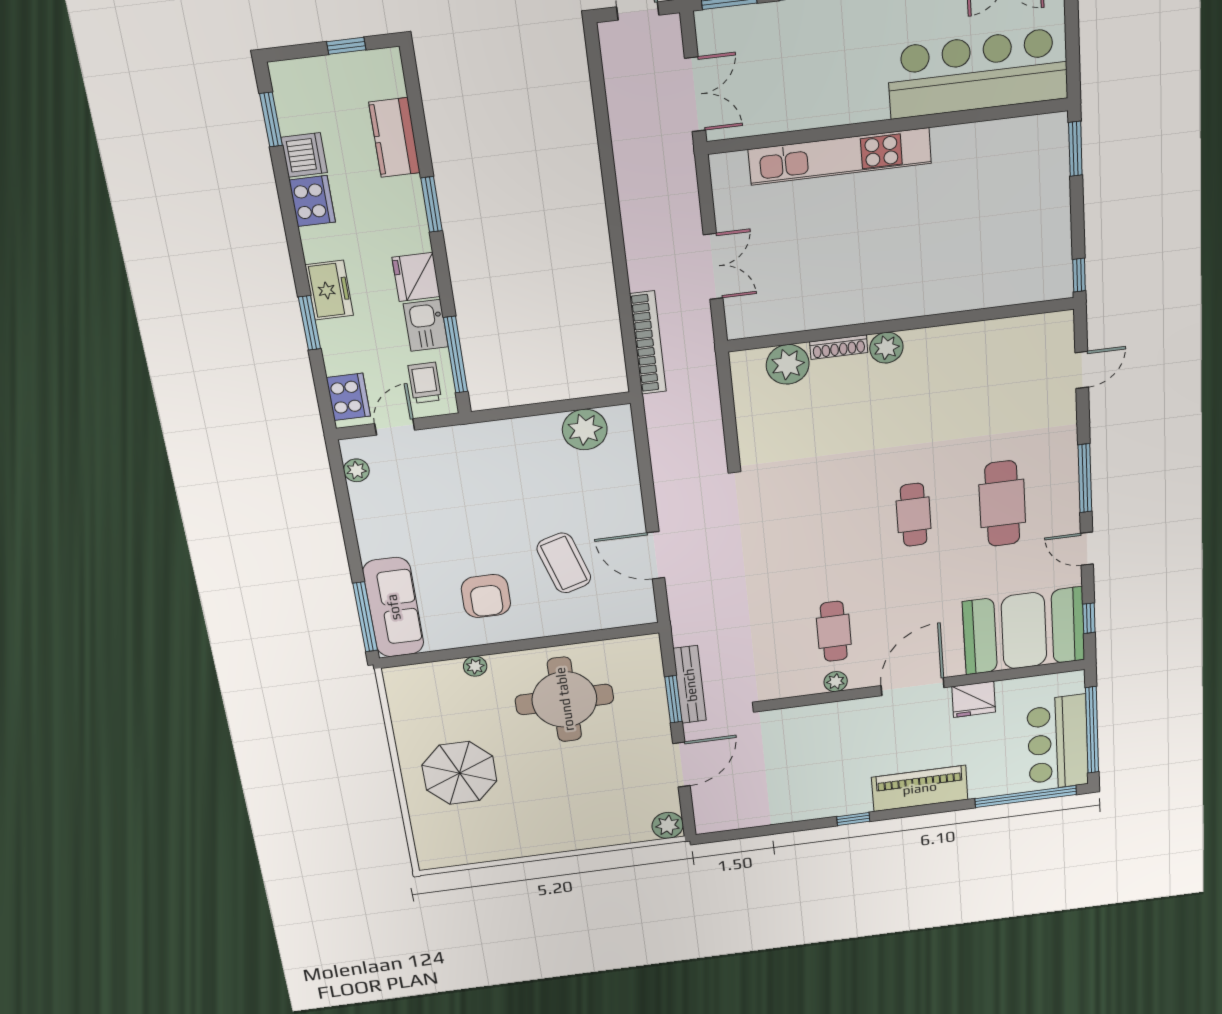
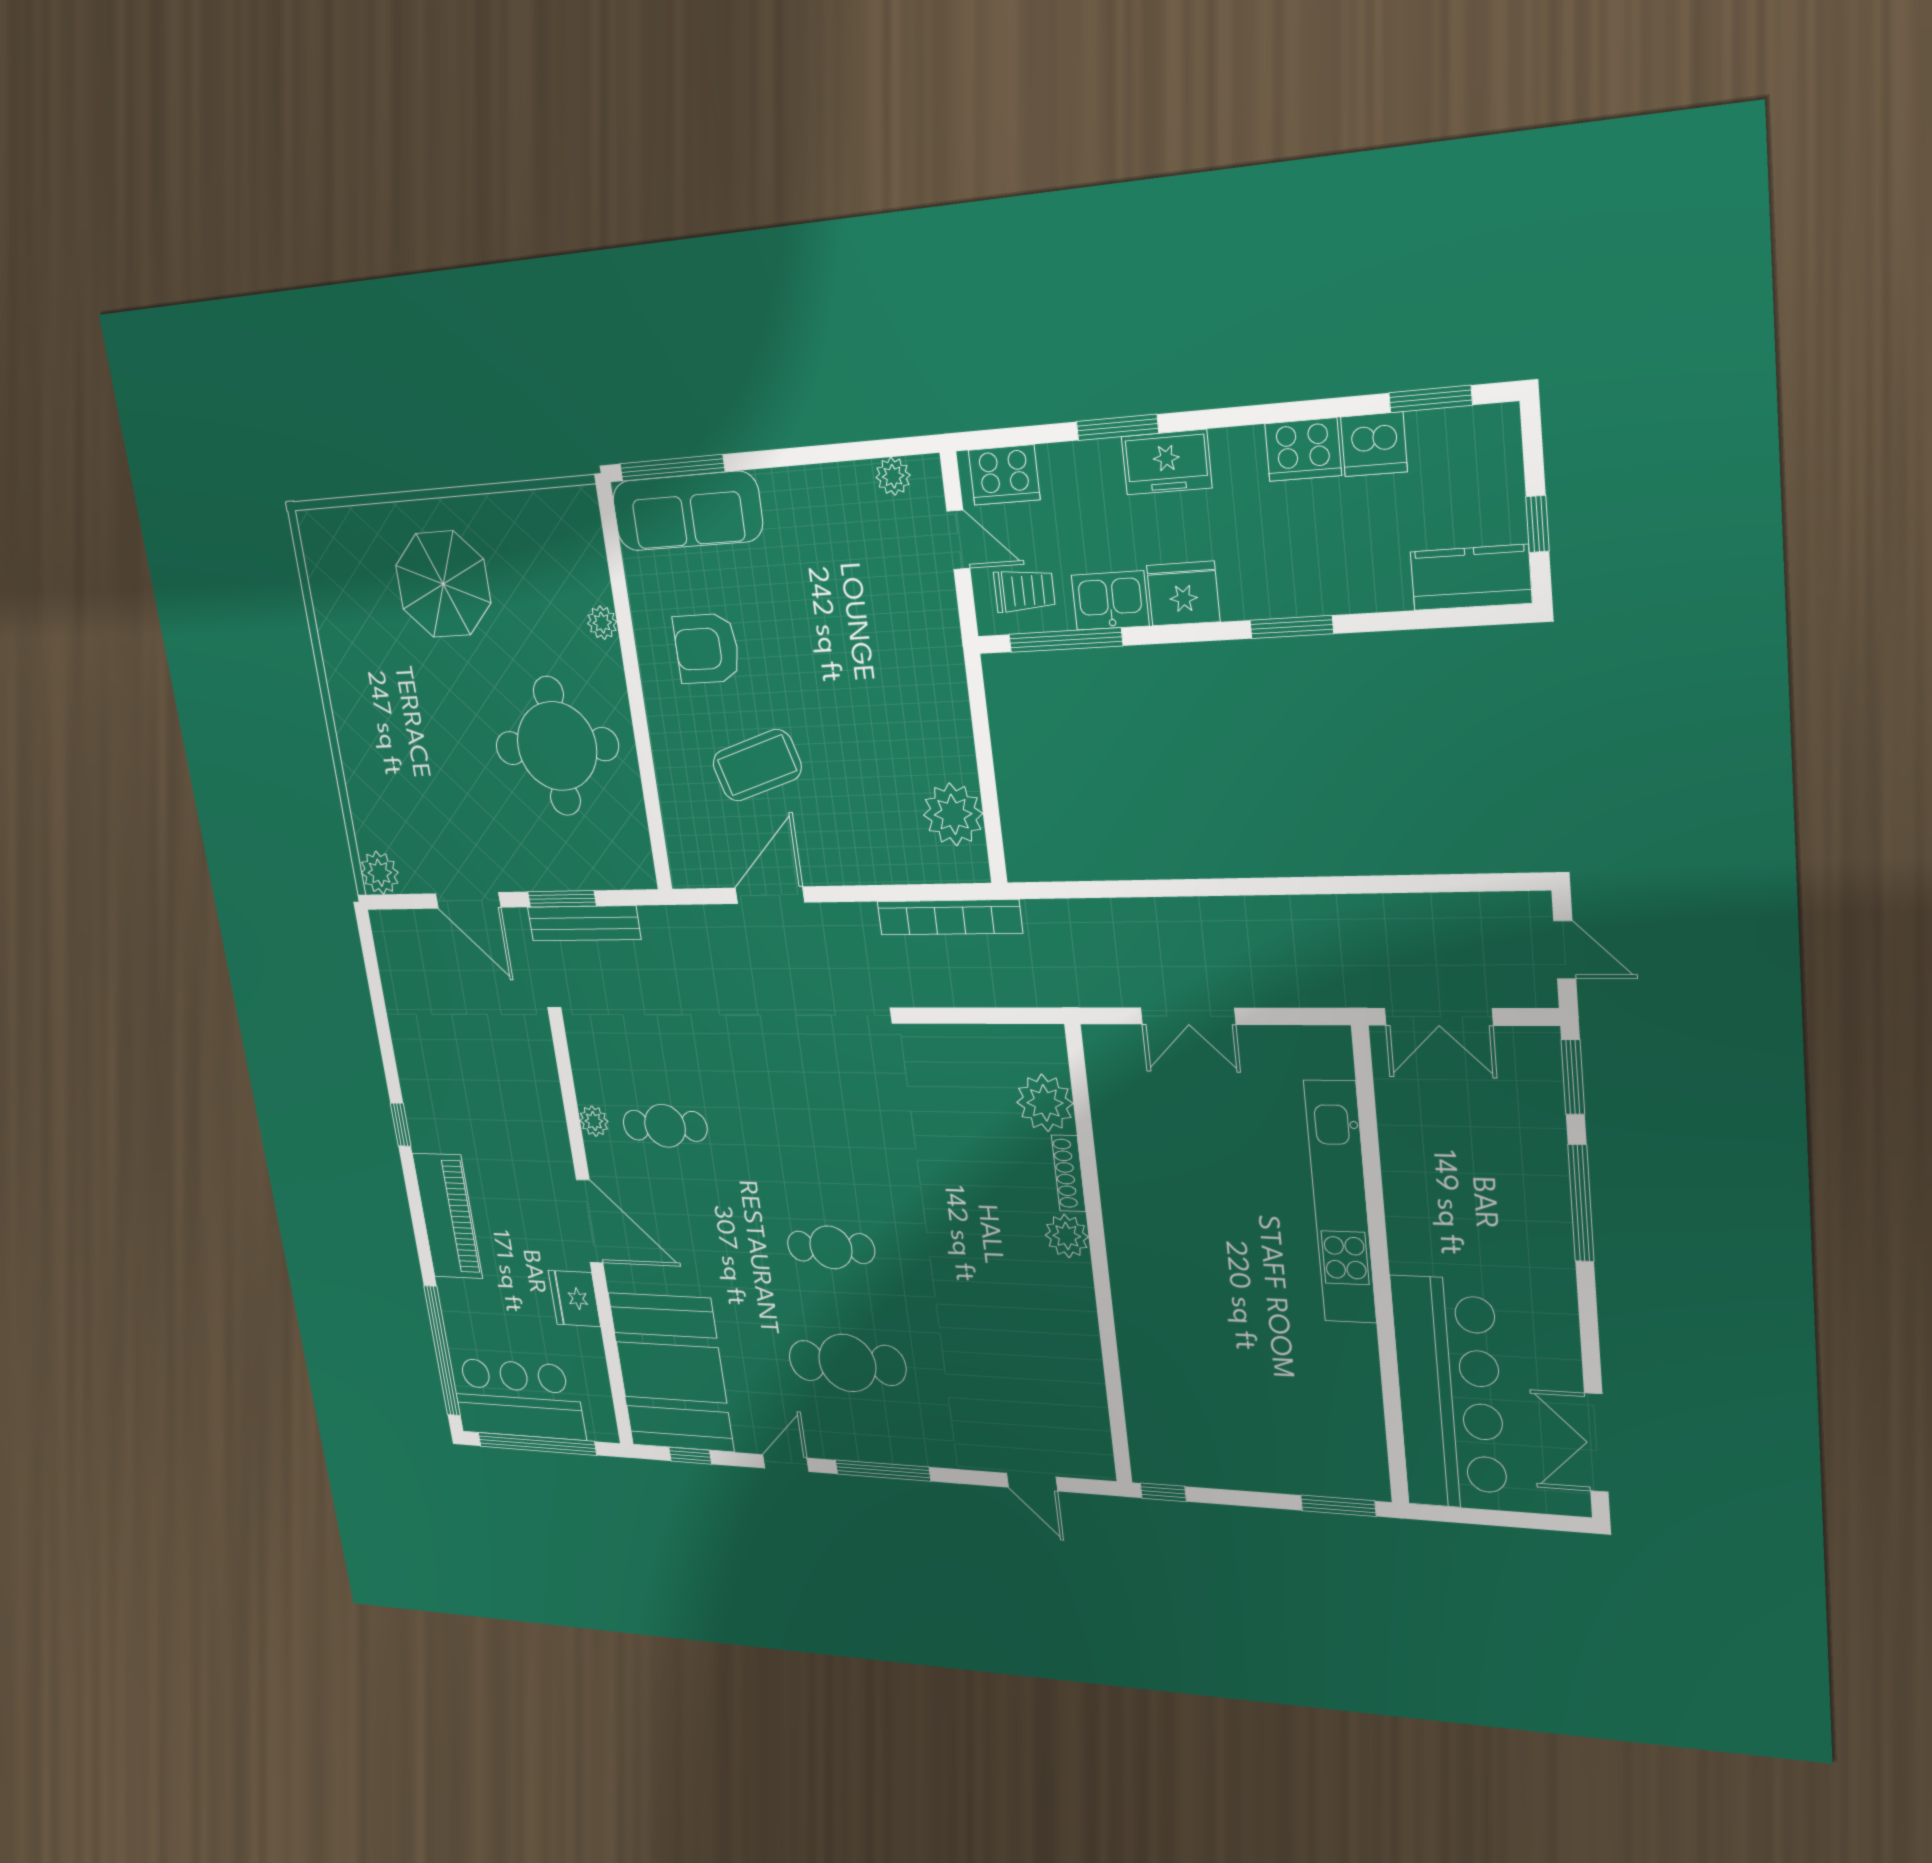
kitchen counter: (395, 138) -> (1471, 577), moved
bookcase: (648, 343) -> (949, 917), moved

